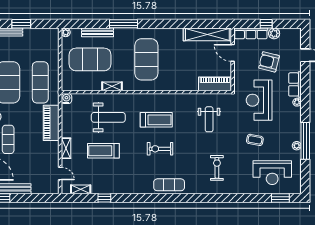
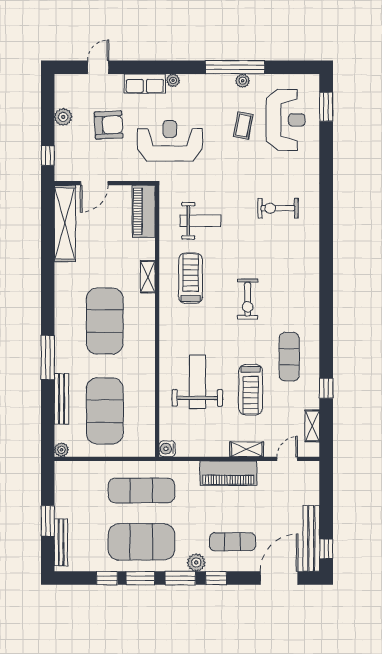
window: (266, 24) -> (48, 156), moved
row of seats: (251, 33) -> (63, 154), removed
exercise mat: (146, 59) -> (105, 321), turned 90
armchair: (269, 62) -> (109, 125), turned -107
shelving: (112, 86) -> (148, 277), moved
reception desk: (259, 100) -> (170, 141), turned 180
treadmill: (156, 120) -> (191, 278), moved
piano: (51, 123) -> (228, 473), moved
coffee table: (255, 140) -> (243, 126), moved
exercise mat: (169, 185) -> (289, 357), moved

